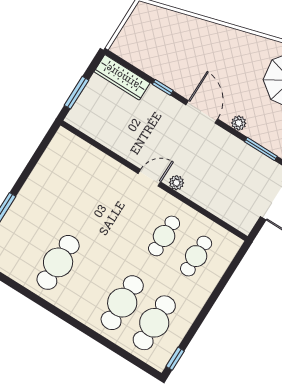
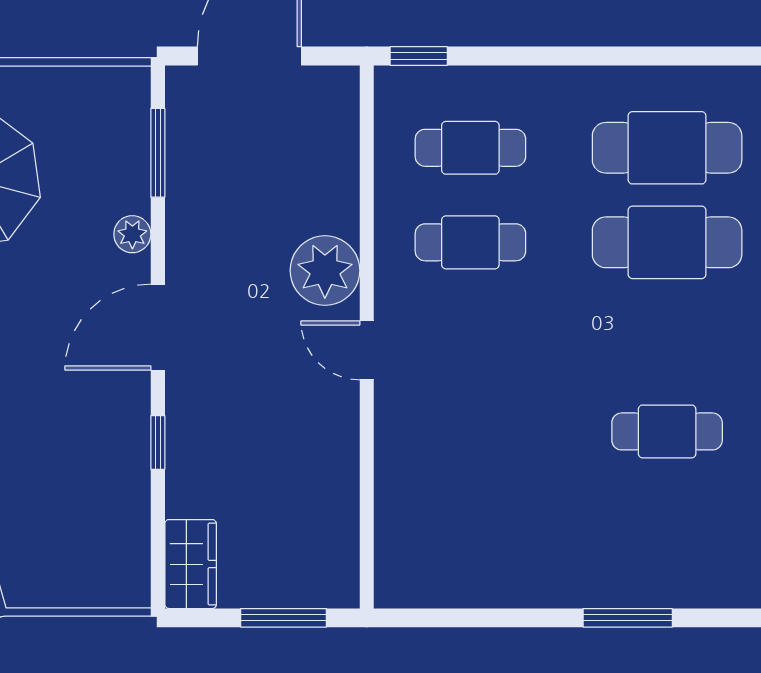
wardrobe: (122, 77) -> (191, 564), width x0.67
plant: (176, 183) -> (325, 271), width x1.87, depth x1.87
cafe table: (58, 262) -> (667, 431), width x0.73, depth x0.74
window: (175, 359) -> (419, 56), moved

